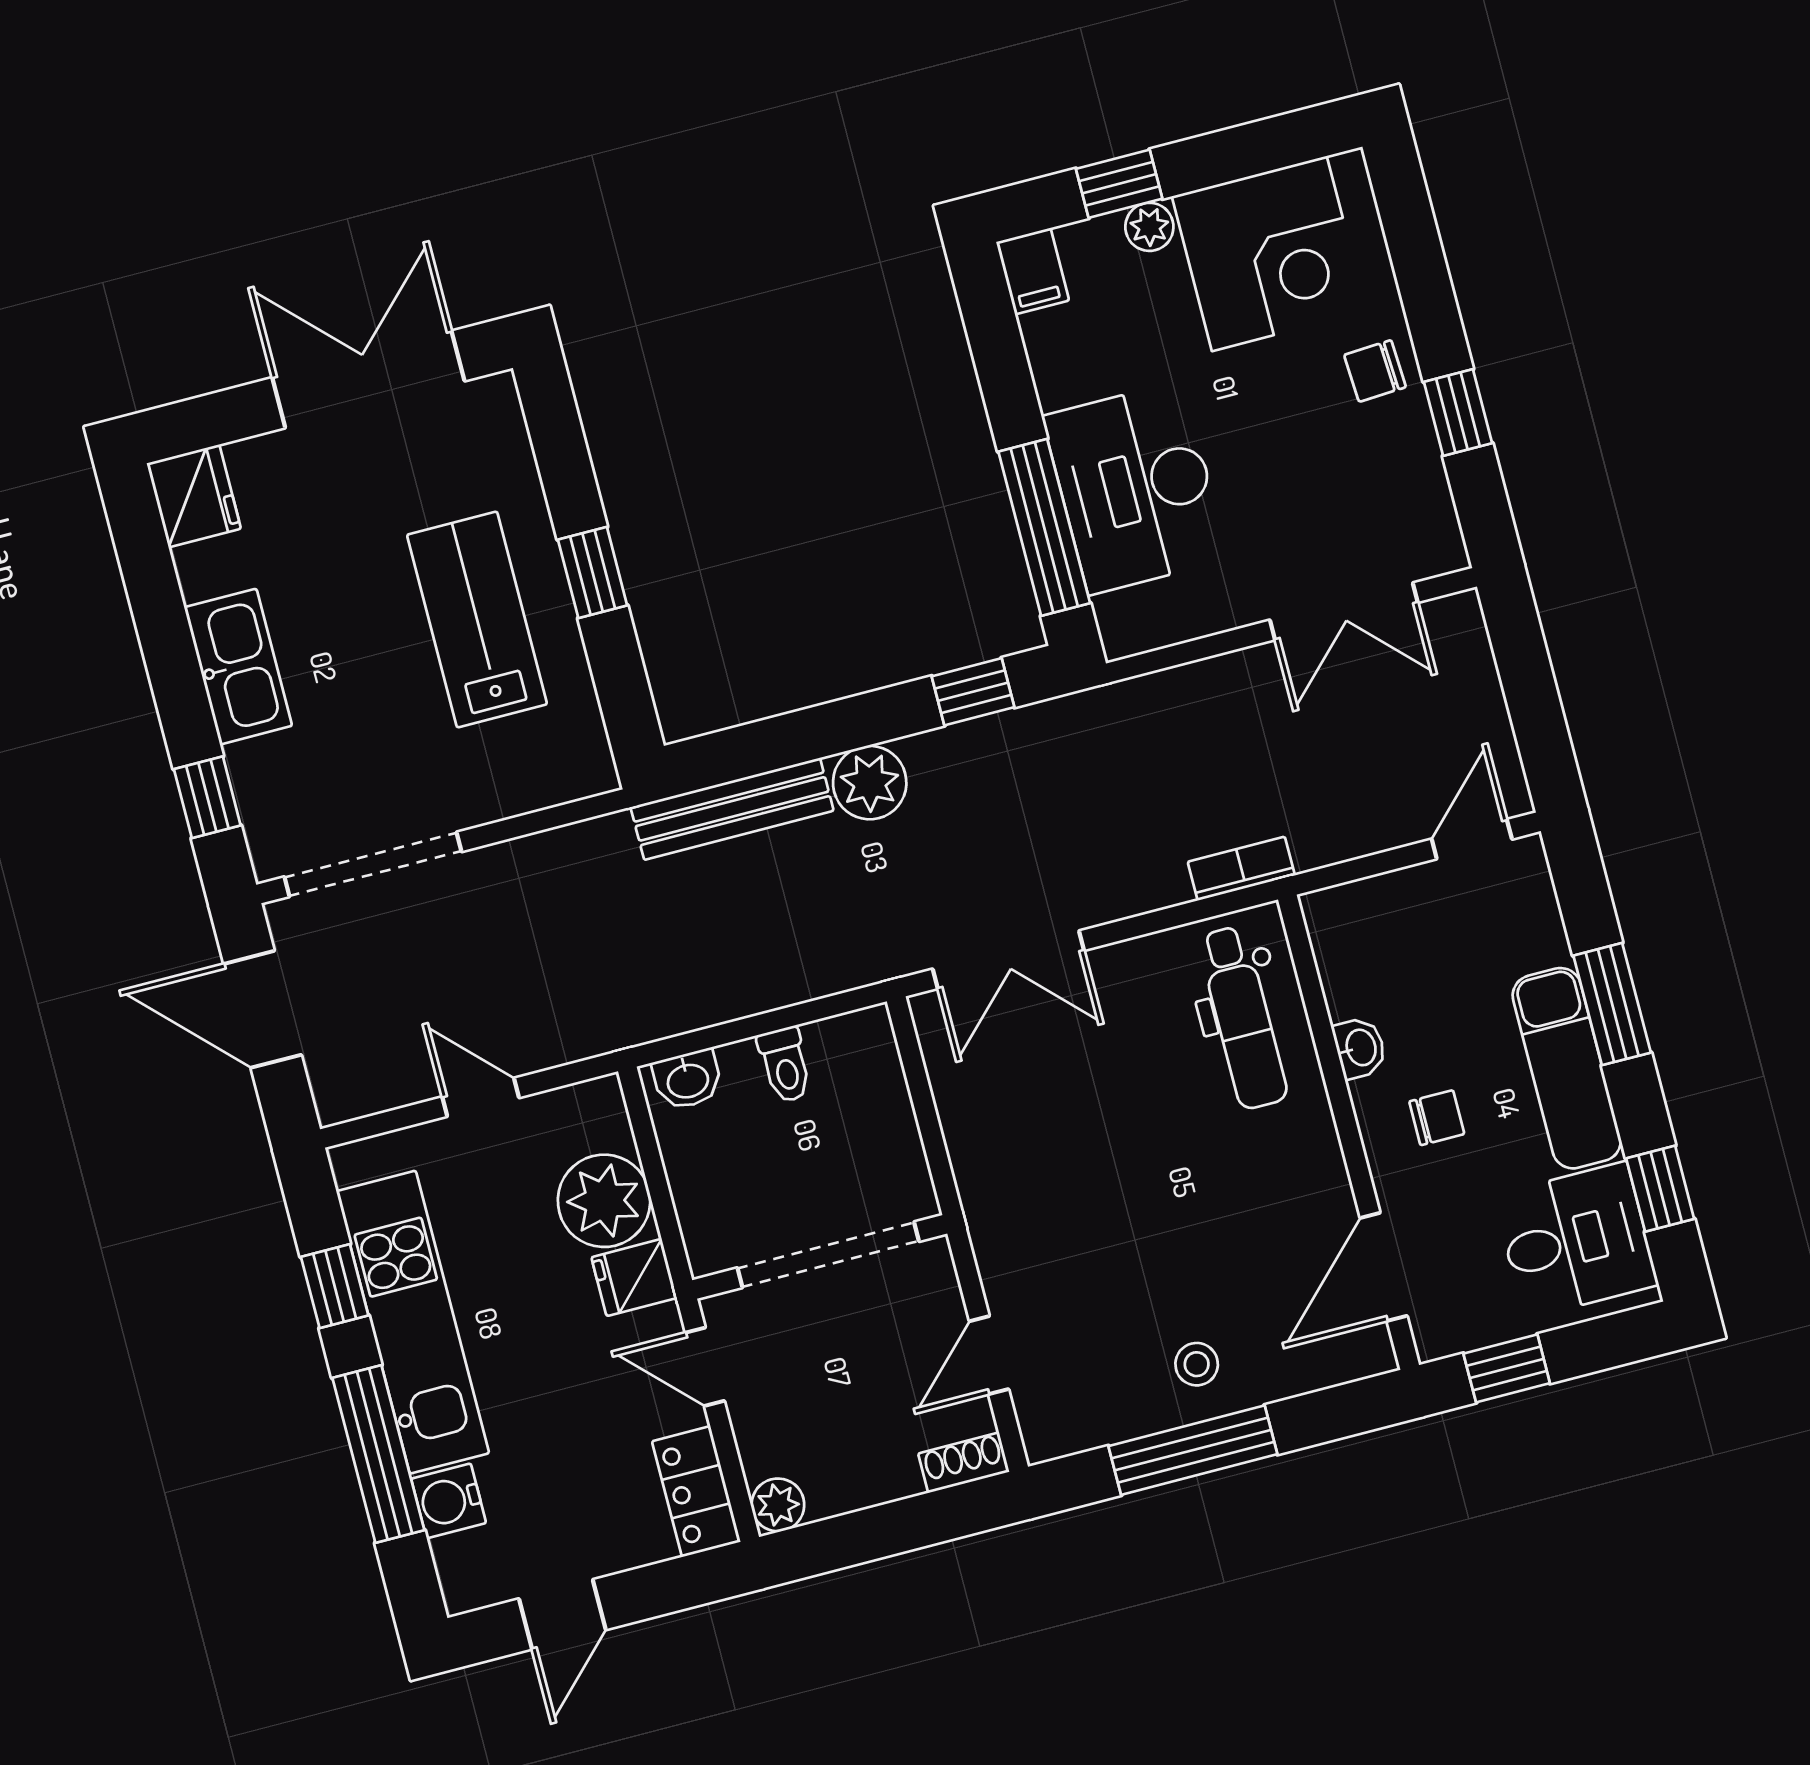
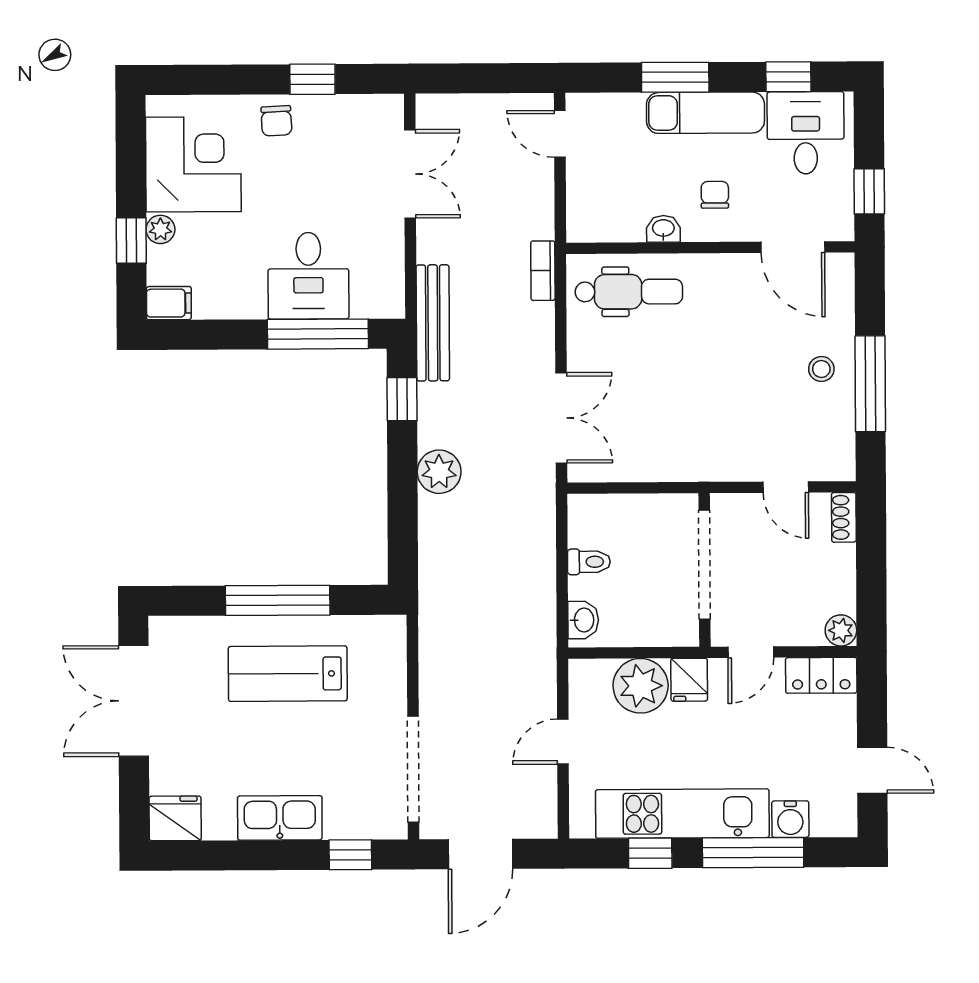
desk: (1135, 488) -> (308, 276), width x0.73
window: (593, 573) -> (278, 600), width x2.17
bench: (732, 809) -> (433, 323), moved

